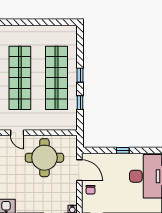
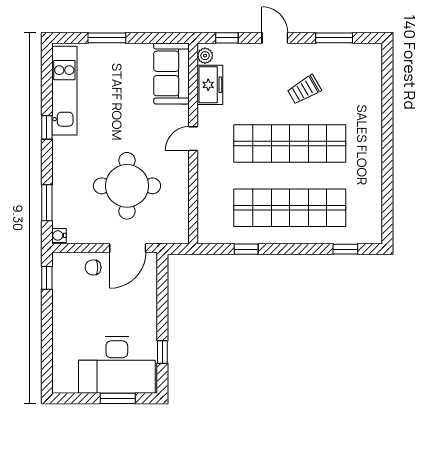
window: (80, 75) -> (345, 249), moved
window: (123, 150) -> (162, 352), moved
round table: (44, 158) -> (127, 186), moved

